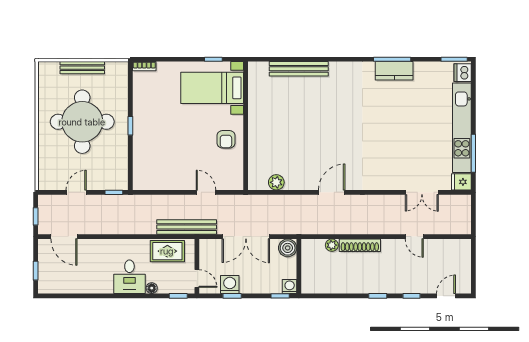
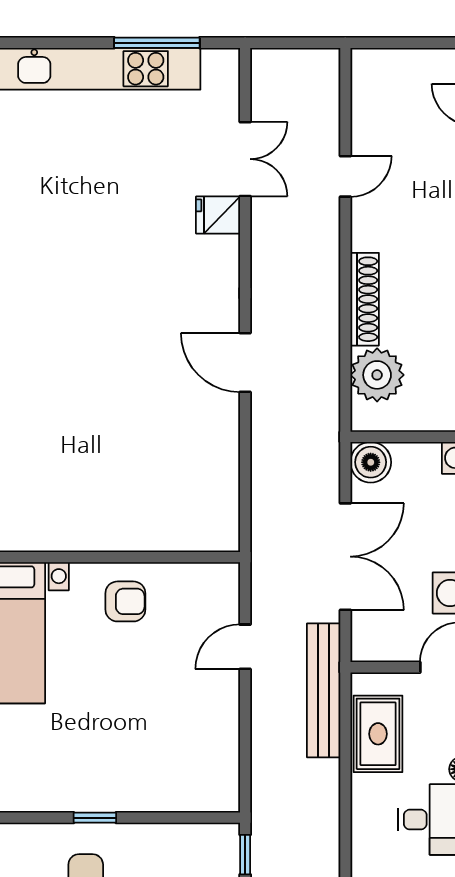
plant: (276, 182) -> (223, 488), removed
fridge: (461, 182) -> (218, 215), moved, turned 90
plant: (332, 245) -> (377, 375), width x1.87, depth x1.87

